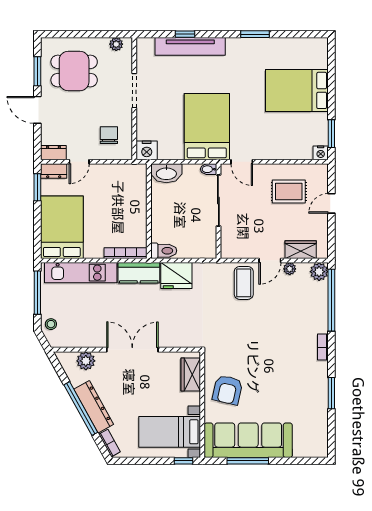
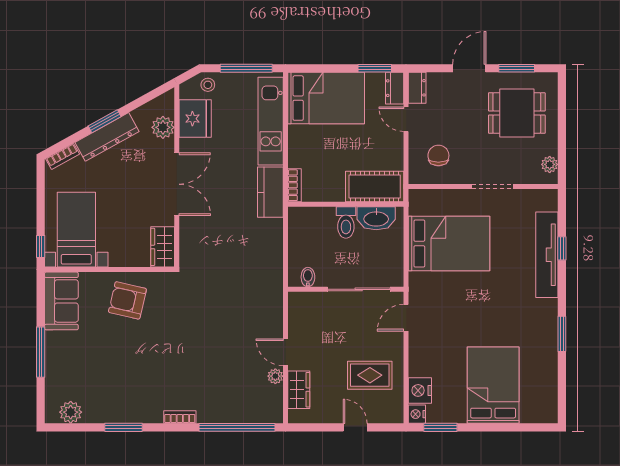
dining table: (74, 71) -> (517, 113), turned 90
bed: (207, 127) -> (449, 244), moved
chair: (109, 135) -> (438, 155), turned -90
nightstand: (147, 150) -> (420, 390), moved
bidet: (208, 169) -> (308, 277), moved
washbasin: (166, 173) -> (376, 218), moved, turned -90
cot: (134, 187) -> (375, 186), added
rug: (289, 191) -> (370, 375), turned 90
toilet: (164, 251) -> (346, 222), moved
bookcase: (126, 253) -> (294, 185), width x0.64
plant: (319, 272) -> (71, 412), moved
fridge: (176, 276) -> (195, 119), moved, turned 180
coffee table: (244, 283) -> (258, 320), removed
wardrobe: (191, 374) -> (163, 247), moved, turned -90
window: (81, 409) -> (105, 121), width x0.47
sofa: (248, 440) -> (61, 301), width x0.54, depth x0.79
window: (248, 461) -> (41, 352), moved

